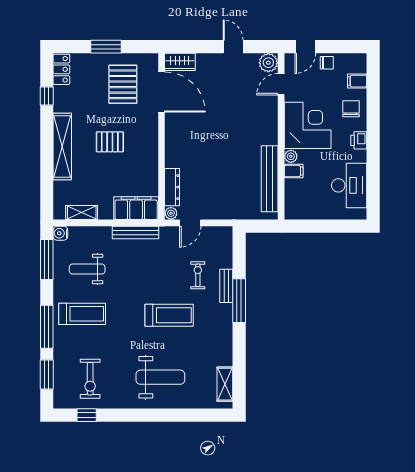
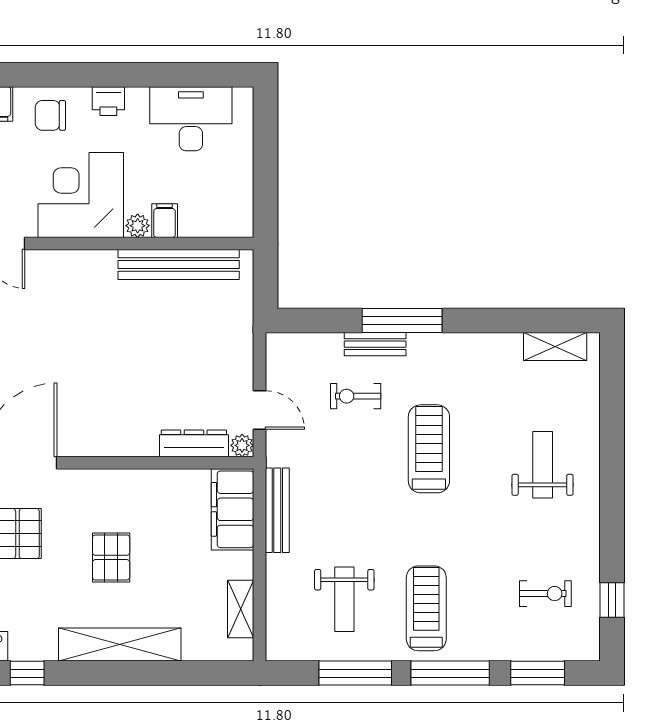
water cooler: (60, 233) -> (279, 648), removed
window: (47, 259) -> (355, 673), moved
weight bench: (160, 377) -> (543, 465), width x0.73, depth x0.75
exercise bike: (90, 379) -> (545, 594), width x0.73, depth x0.72

